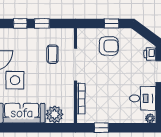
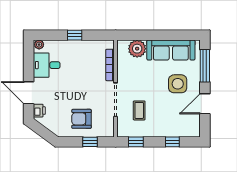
window: (42, 23) -> (136, 142), moved
window: (112, 23) -> (90, 142), moved
window: (101, 128) -> (75, 35), moved

